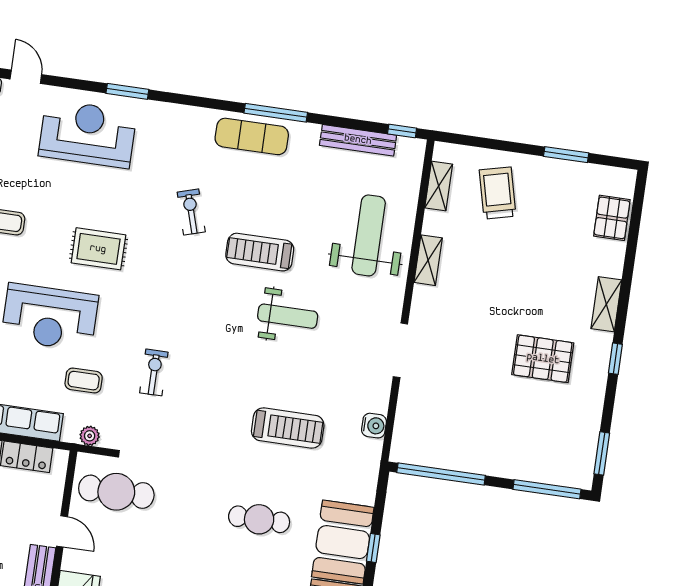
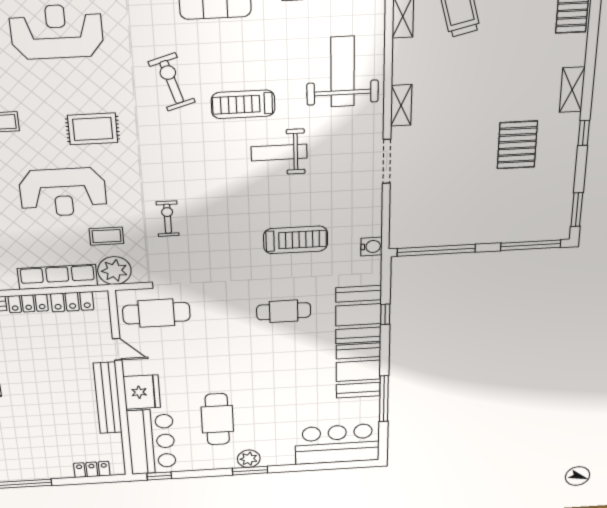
exercise bike: (191, 212) -> (172, 82), width x1.38, depth x1.39
shelving: (428, 260) -> (401, 105), moved
weight bench: (288, 316) -> (279, 152), turned 180
pallet: (543, 359) -> (517, 145), turned 90
water cooler: (374, 426) -> (372, 247), moved
plant: (90, 436) -> (114, 271), width x1.87, depth x1.87

